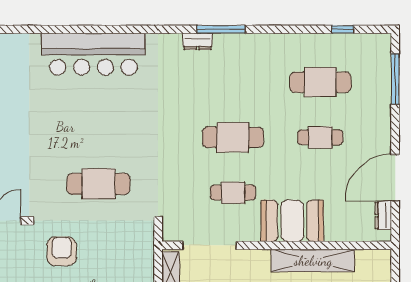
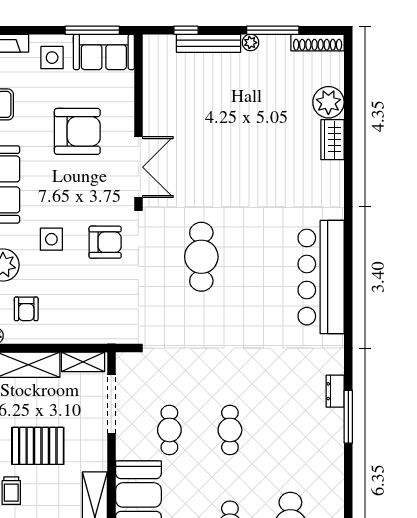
cafe table: (233, 137) -> (230, 430), width x0.73, depth x0.74
cafe table: (99, 184) -> (201, 257), moved

